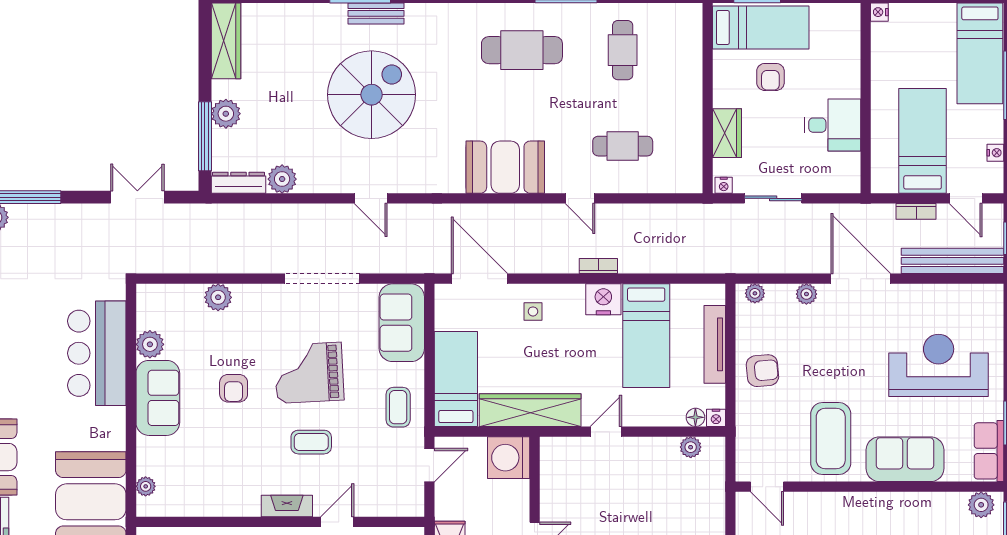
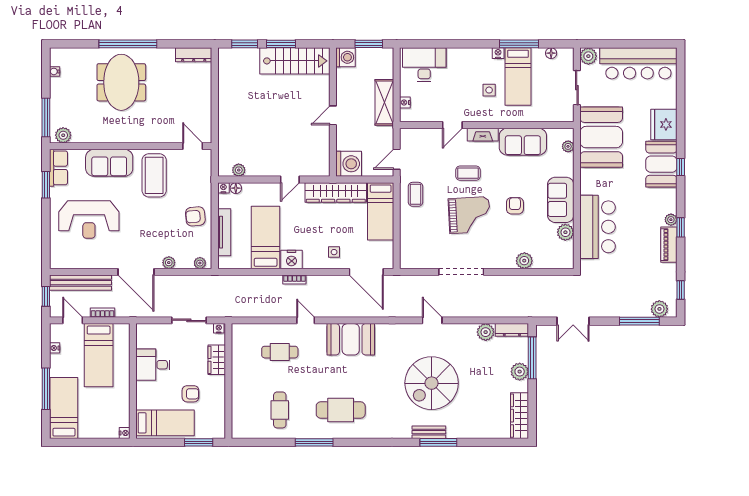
bed: (761, 27) -> (165, 423), moved, turned 180
armchair: (770, 77) -> (190, 394), turned 90
sofa: (402, 323) -> (523, 142), moved, turned 90

